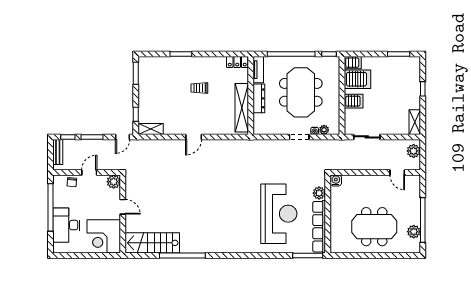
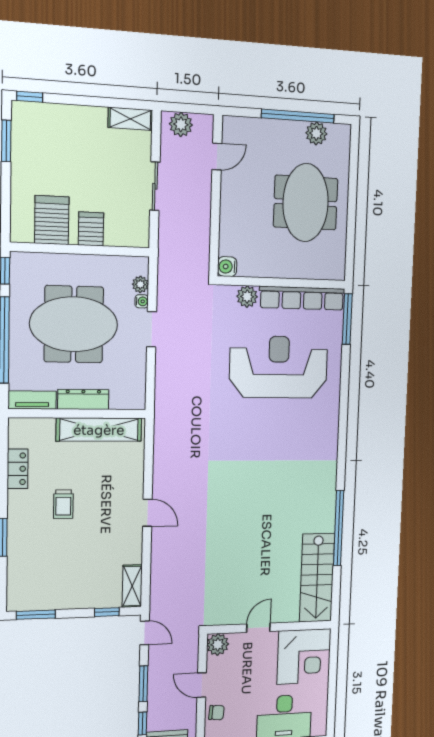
locker: (237, 62) -> (18, 469), moved
server rack: (353, 63) -> (21, 227), removed
window: (423, 89) -> (30, 97), moved
sliding door: (367, 137) -> (155, 186), moved

